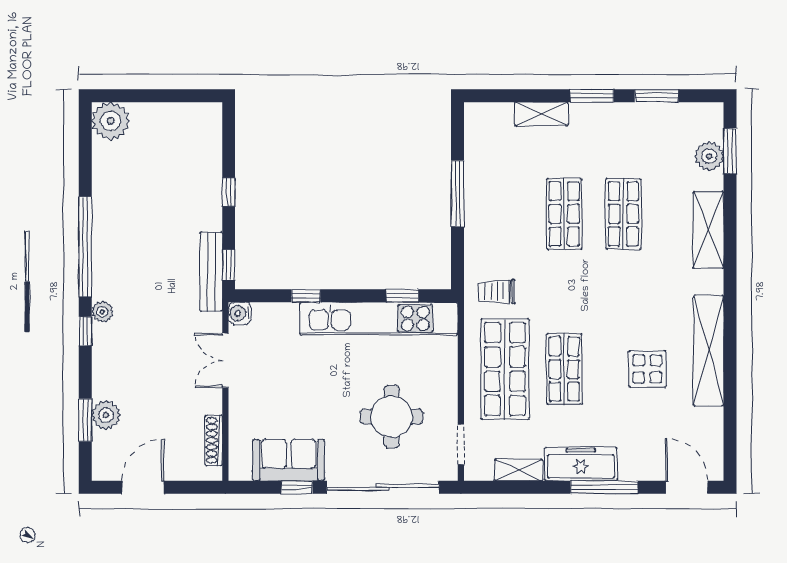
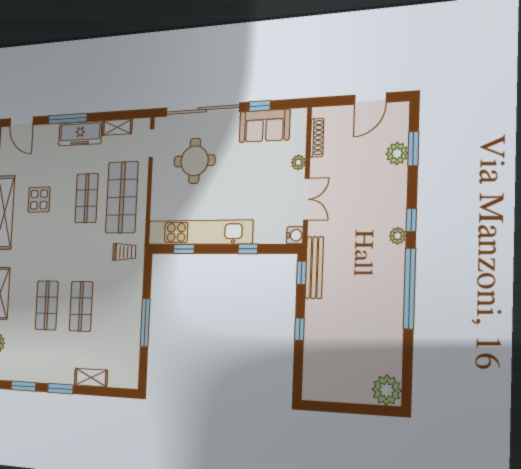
plant: (238, 409) -> (298, 162), added

